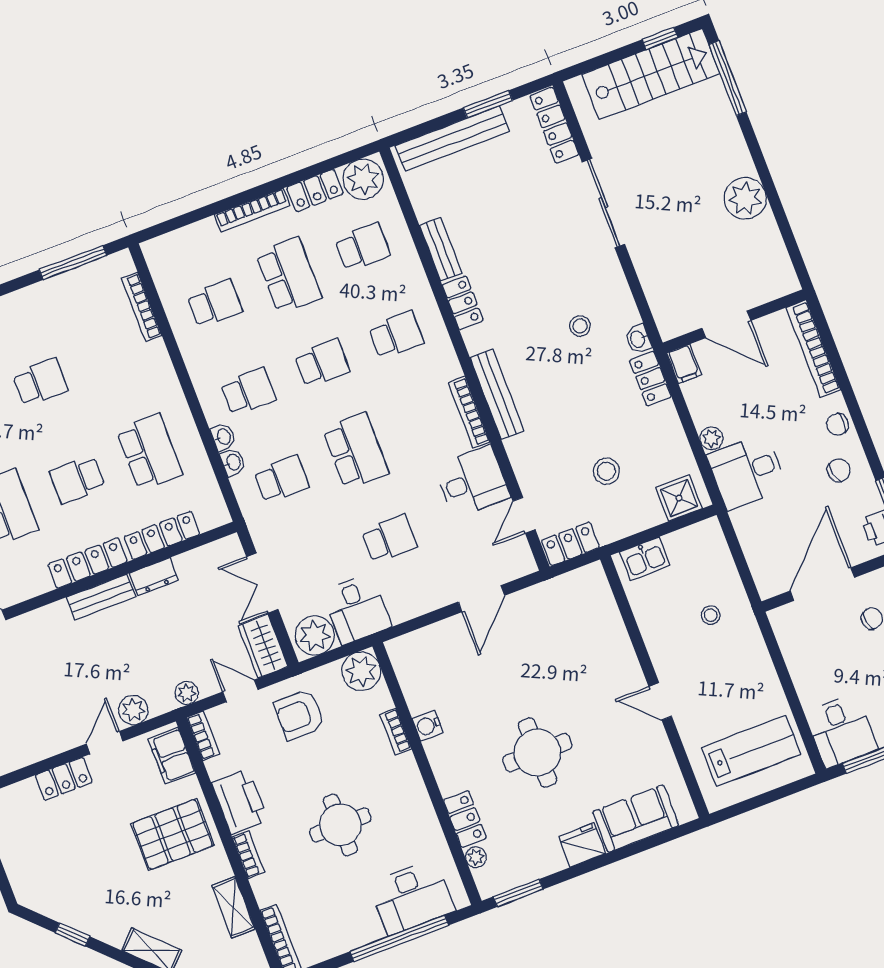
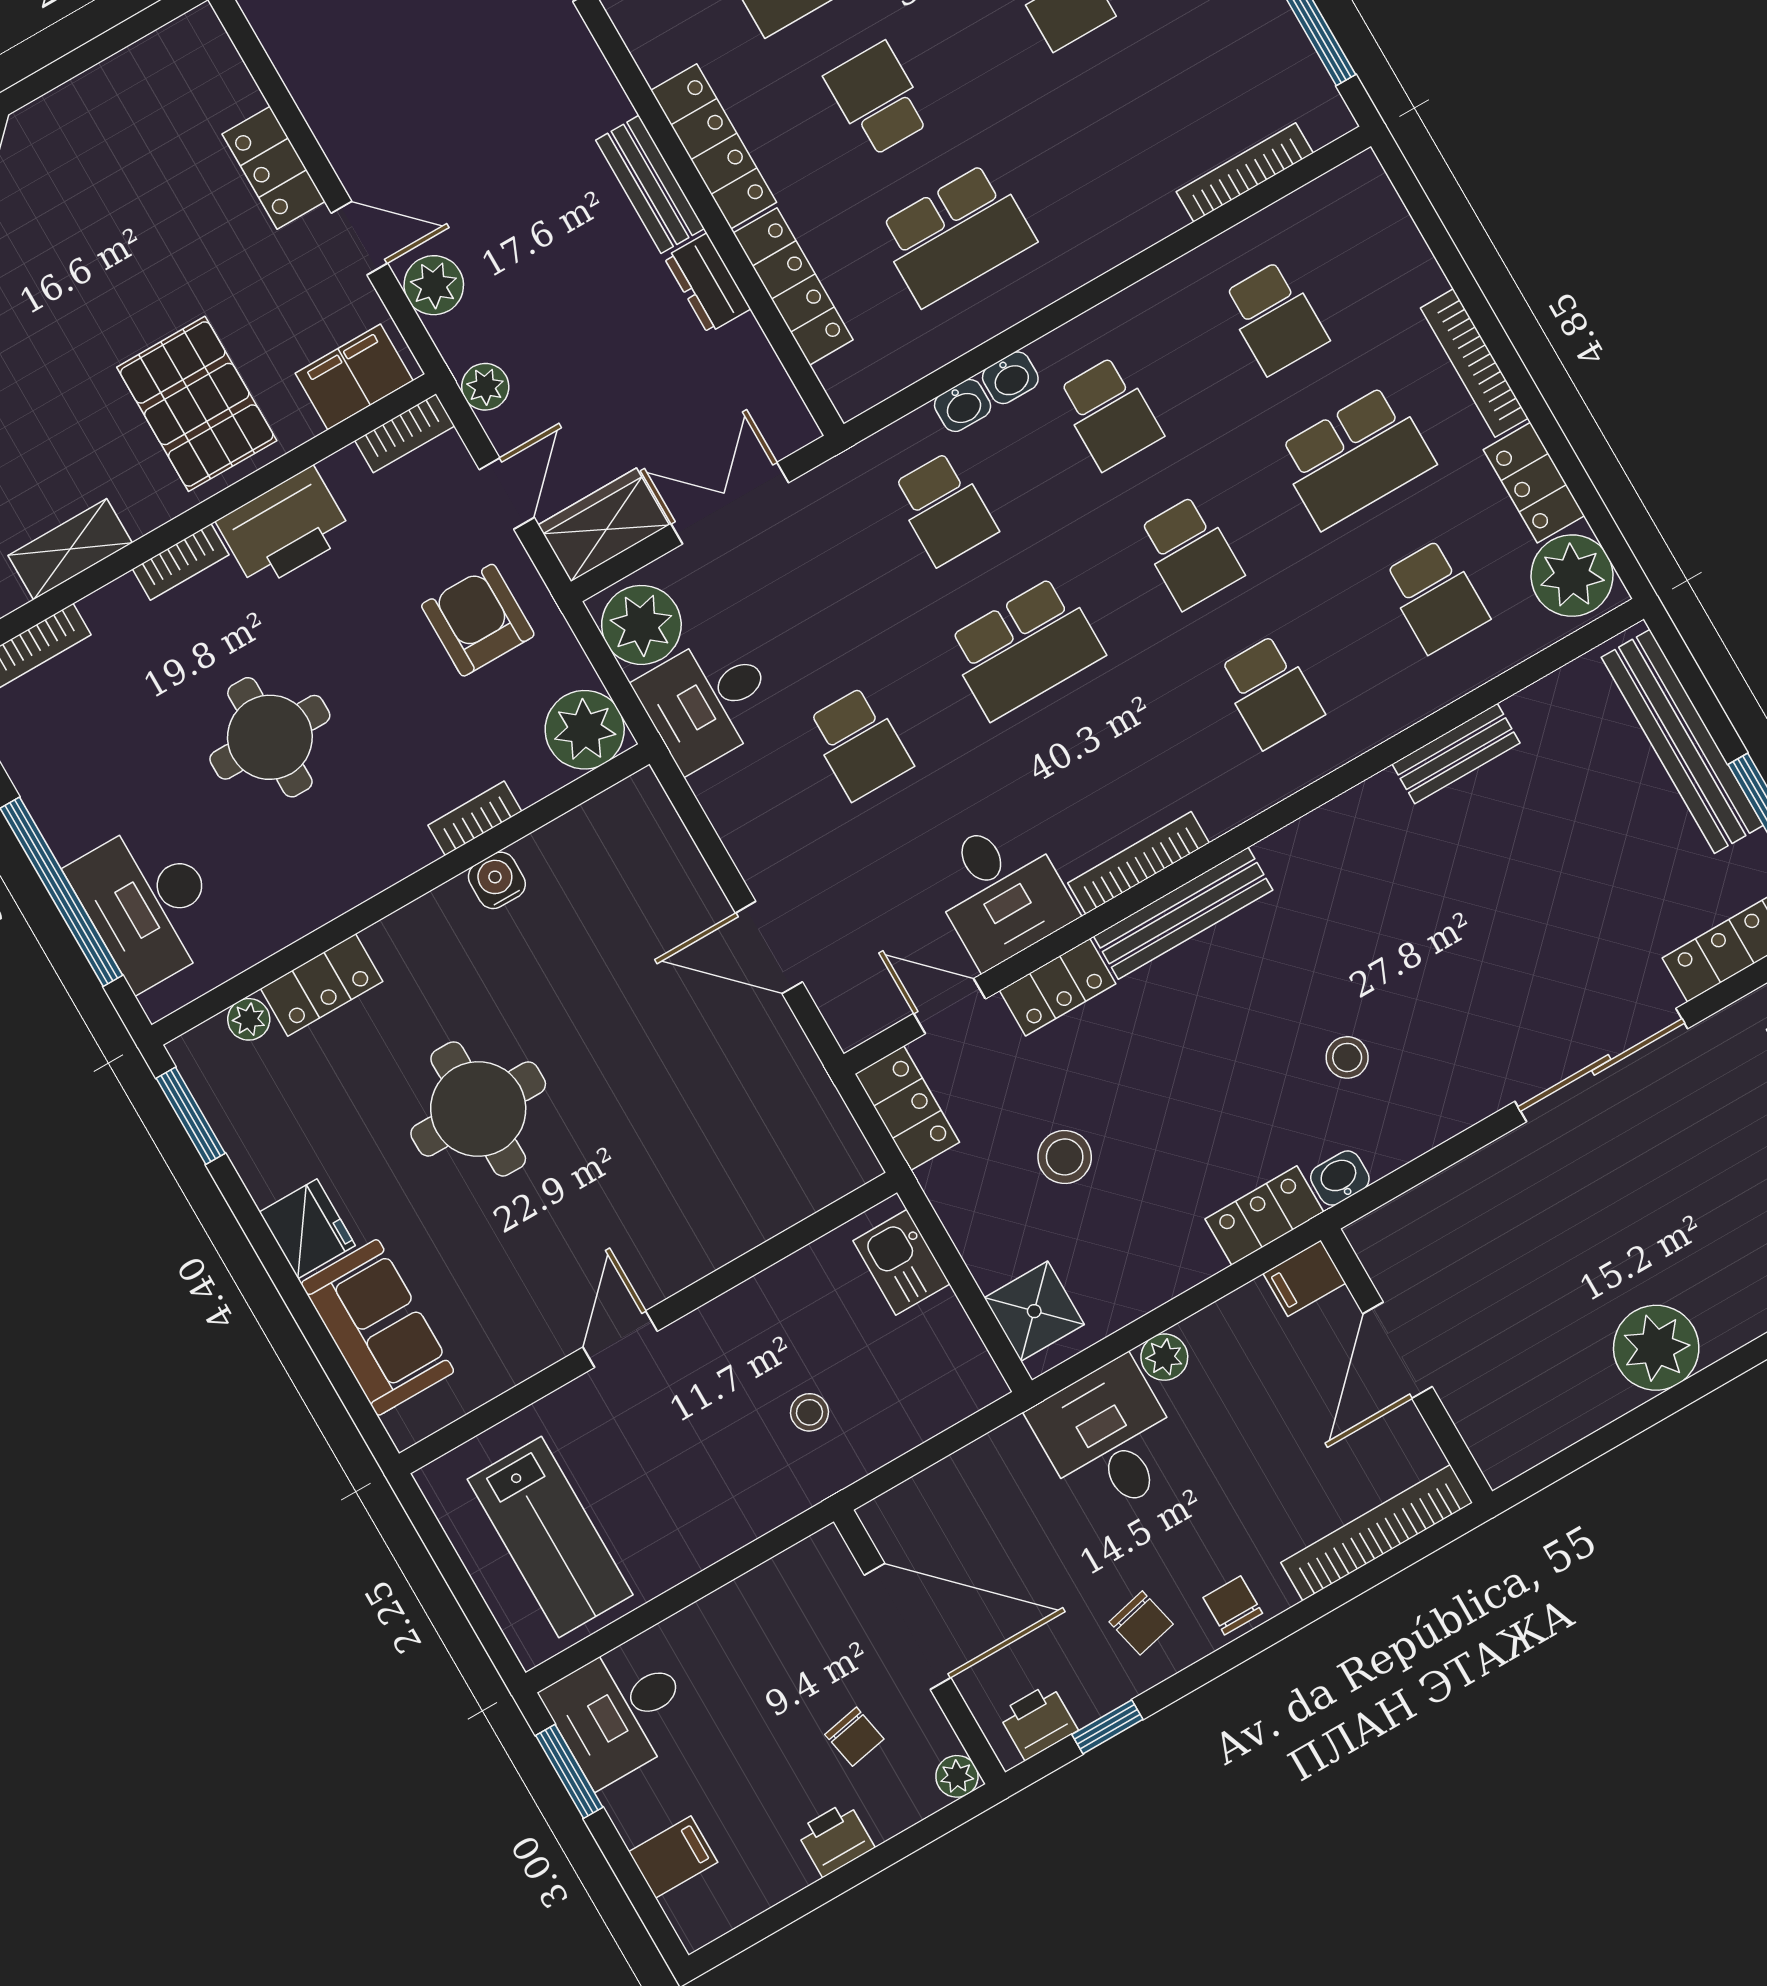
locker: (463, 303) -> (1058, 987), moved

